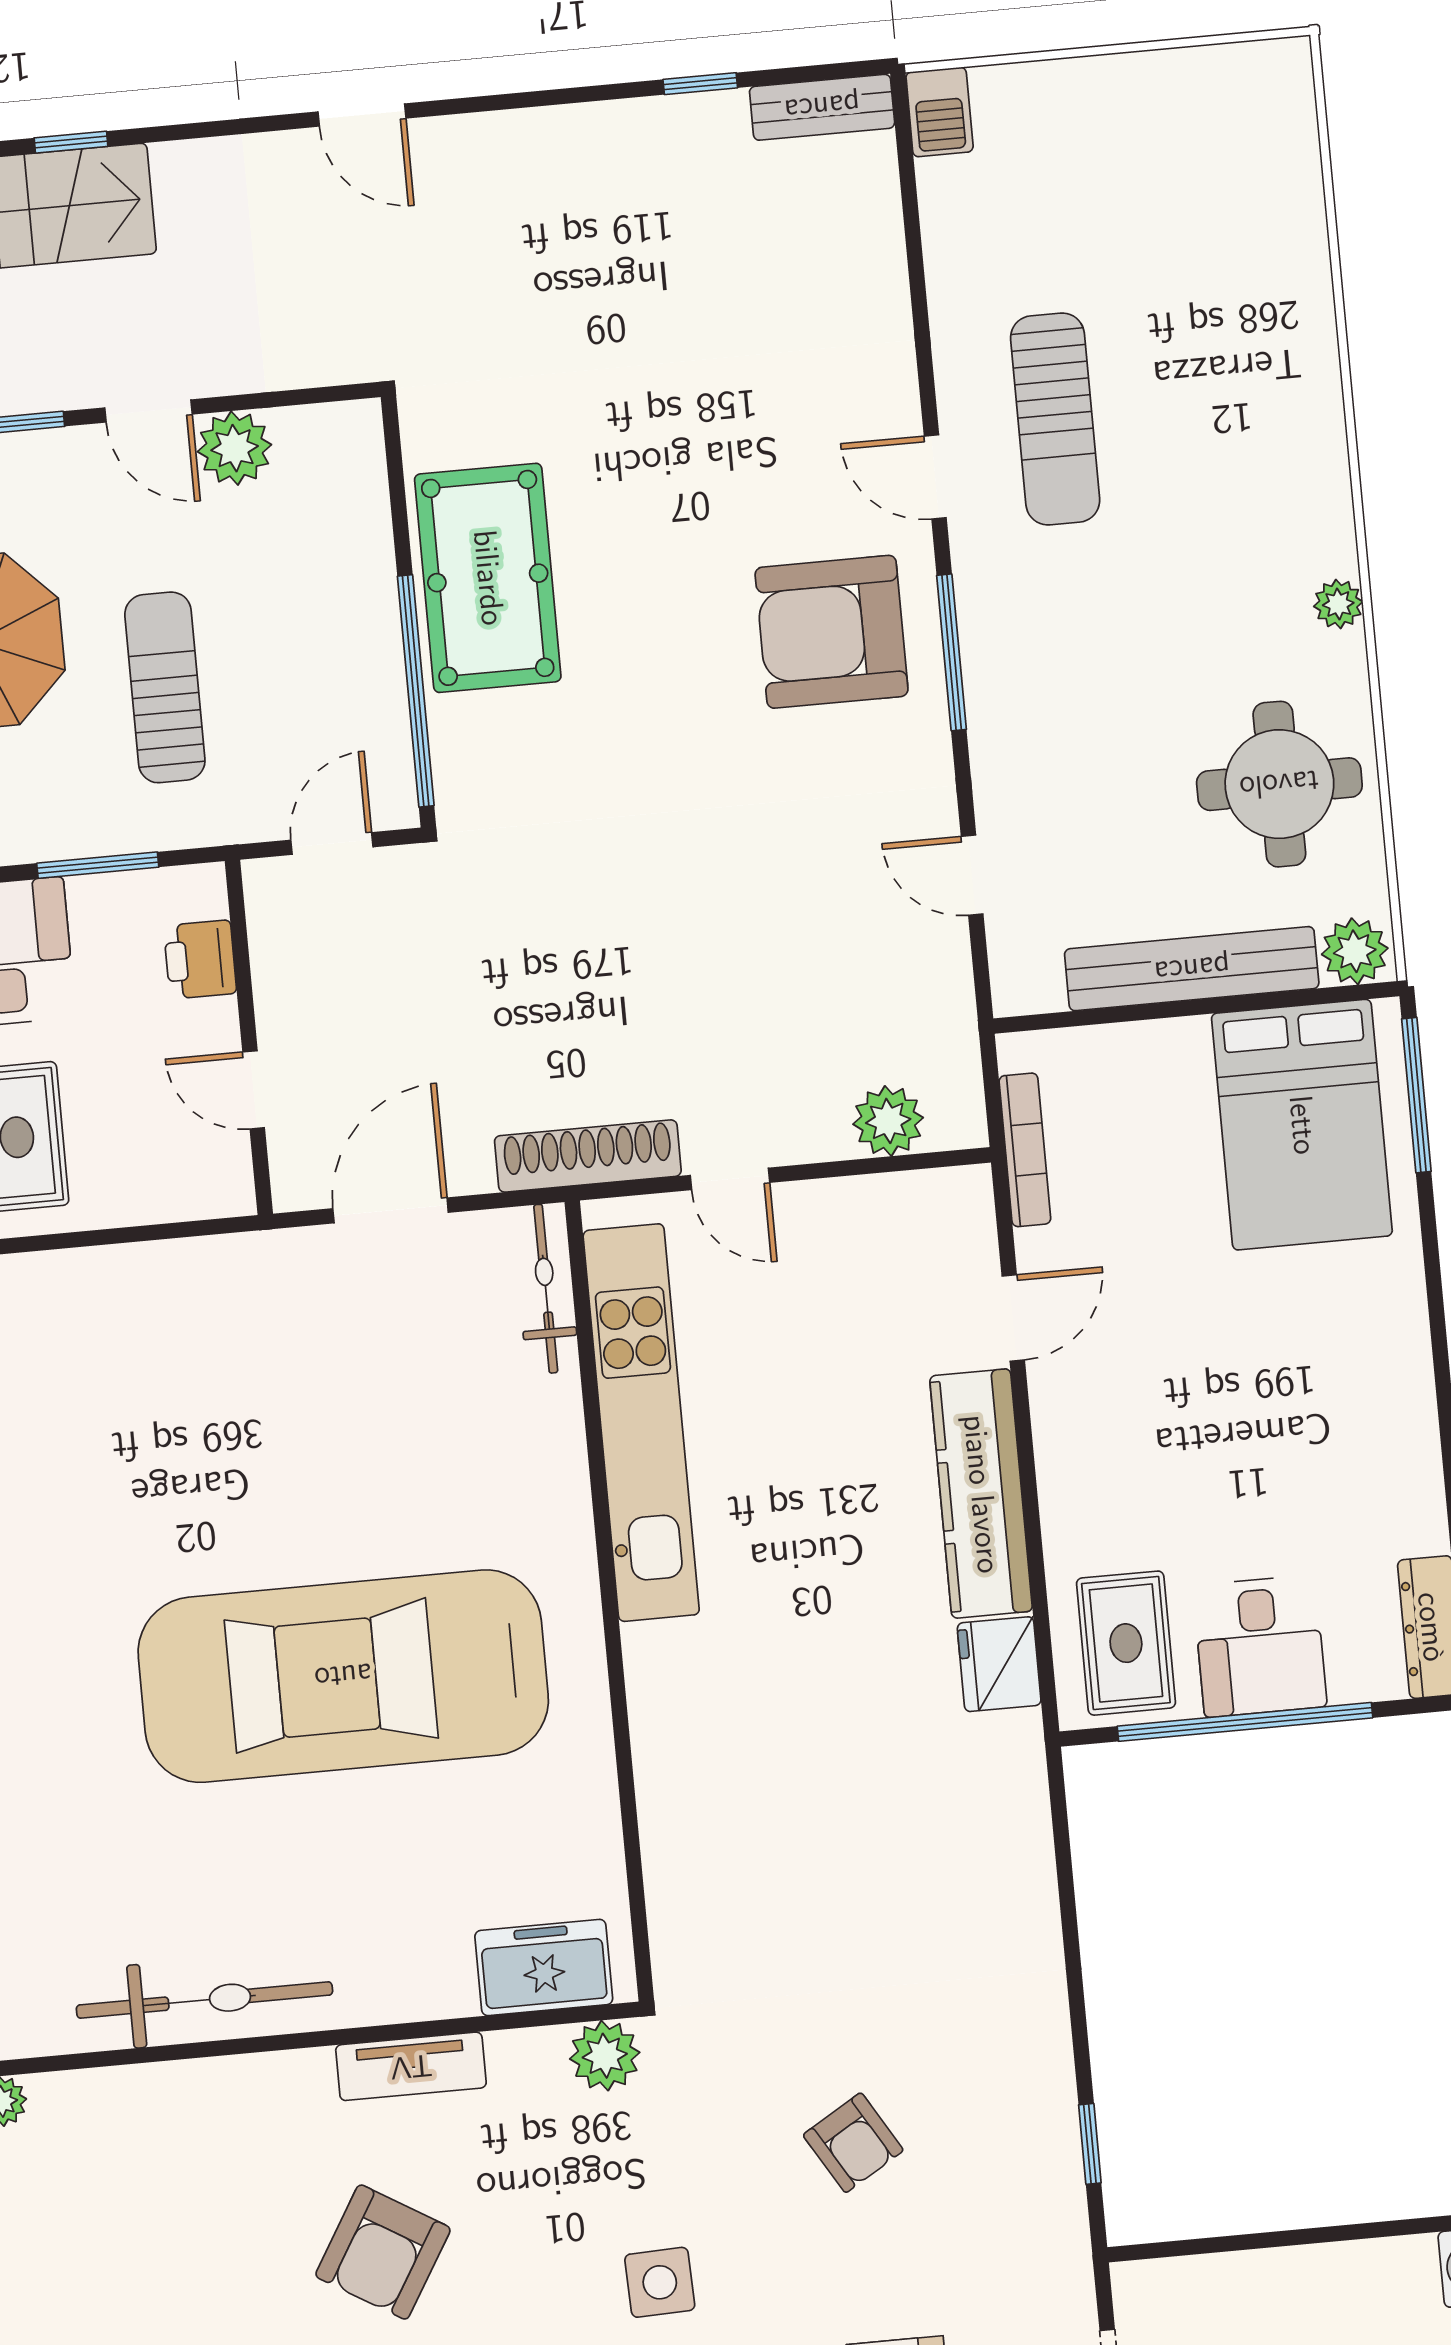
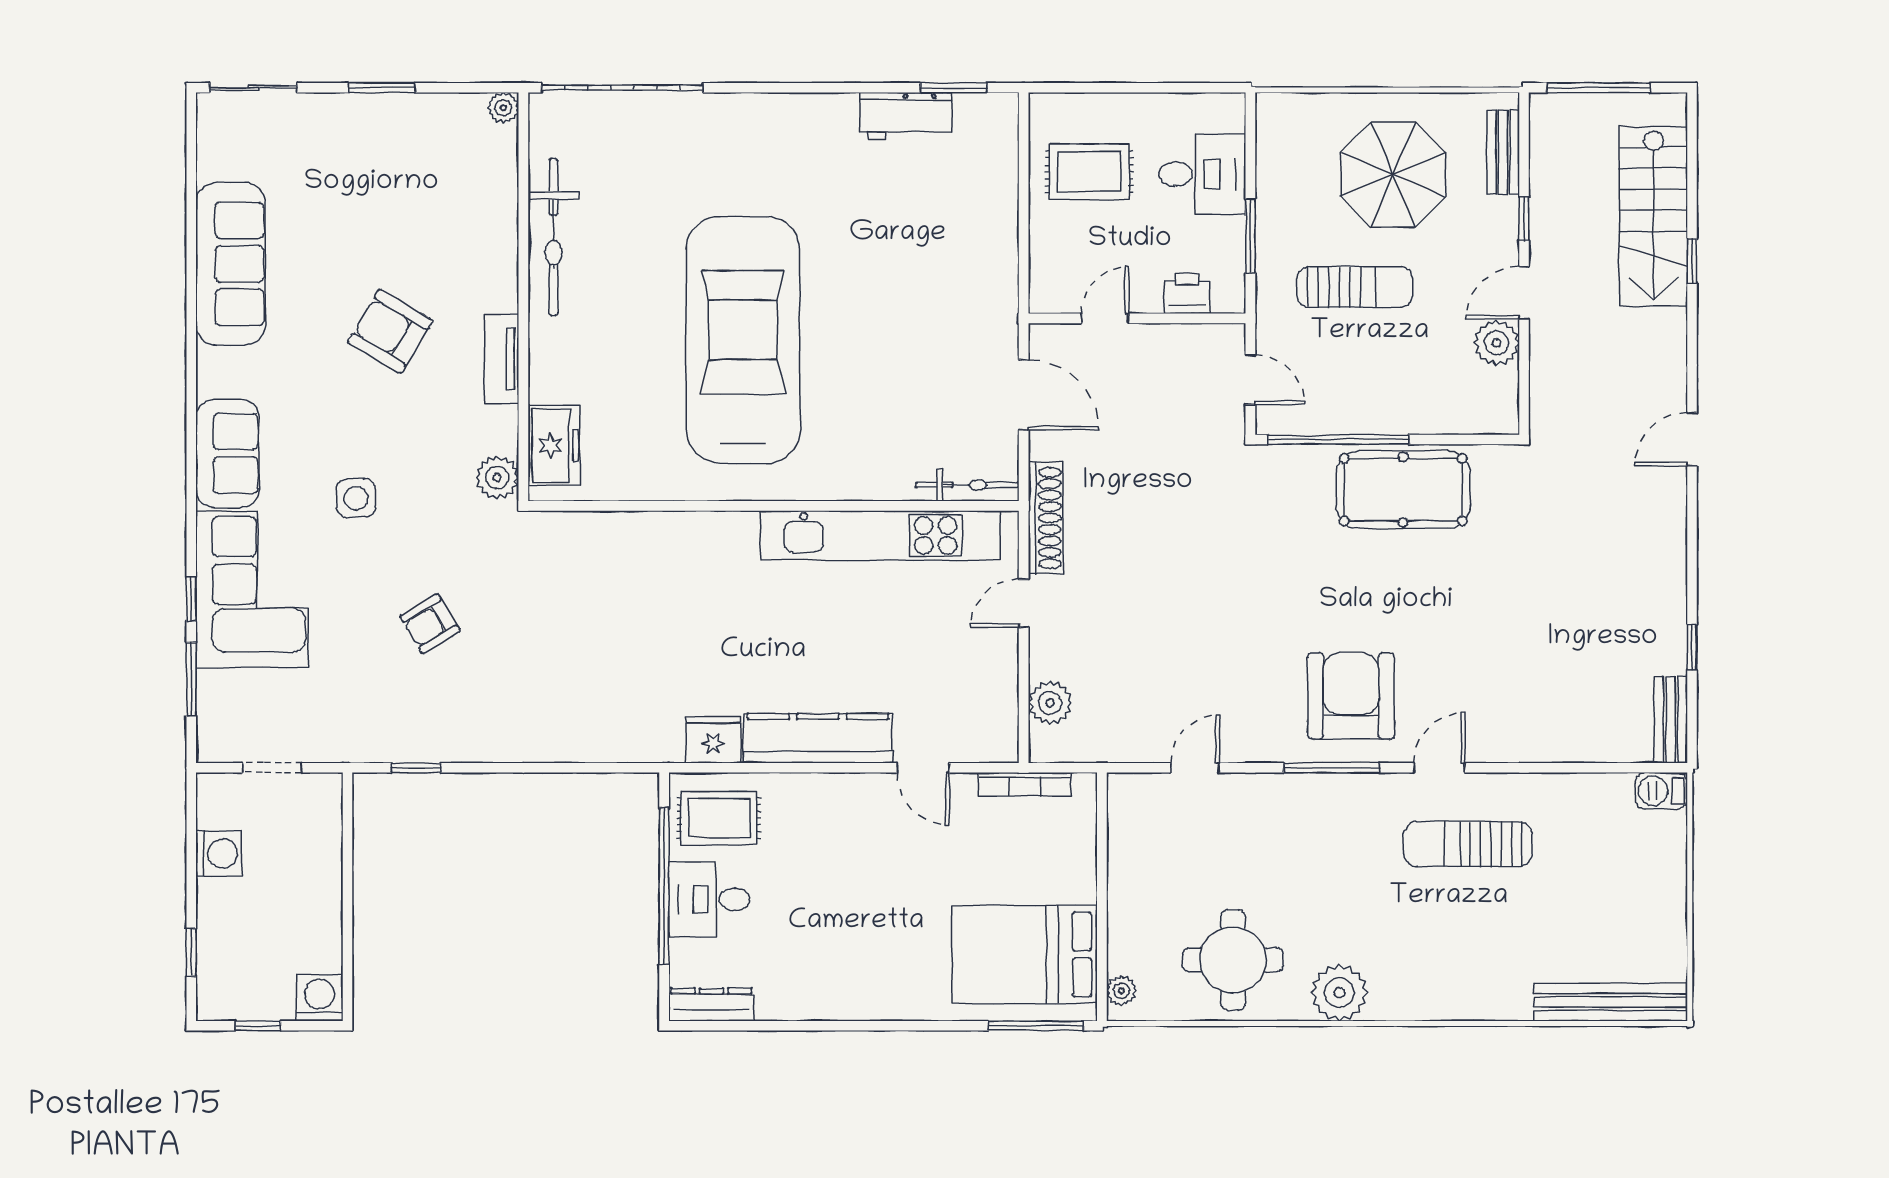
plant: (1338, 604) -> (1339, 993), width x1.88, depth x1.88
plant: (1355, 951) -> (1121, 991), width x0.73, depth x0.73
bench: (1192, 969) -> (1611, 1002), moved, turned 90

